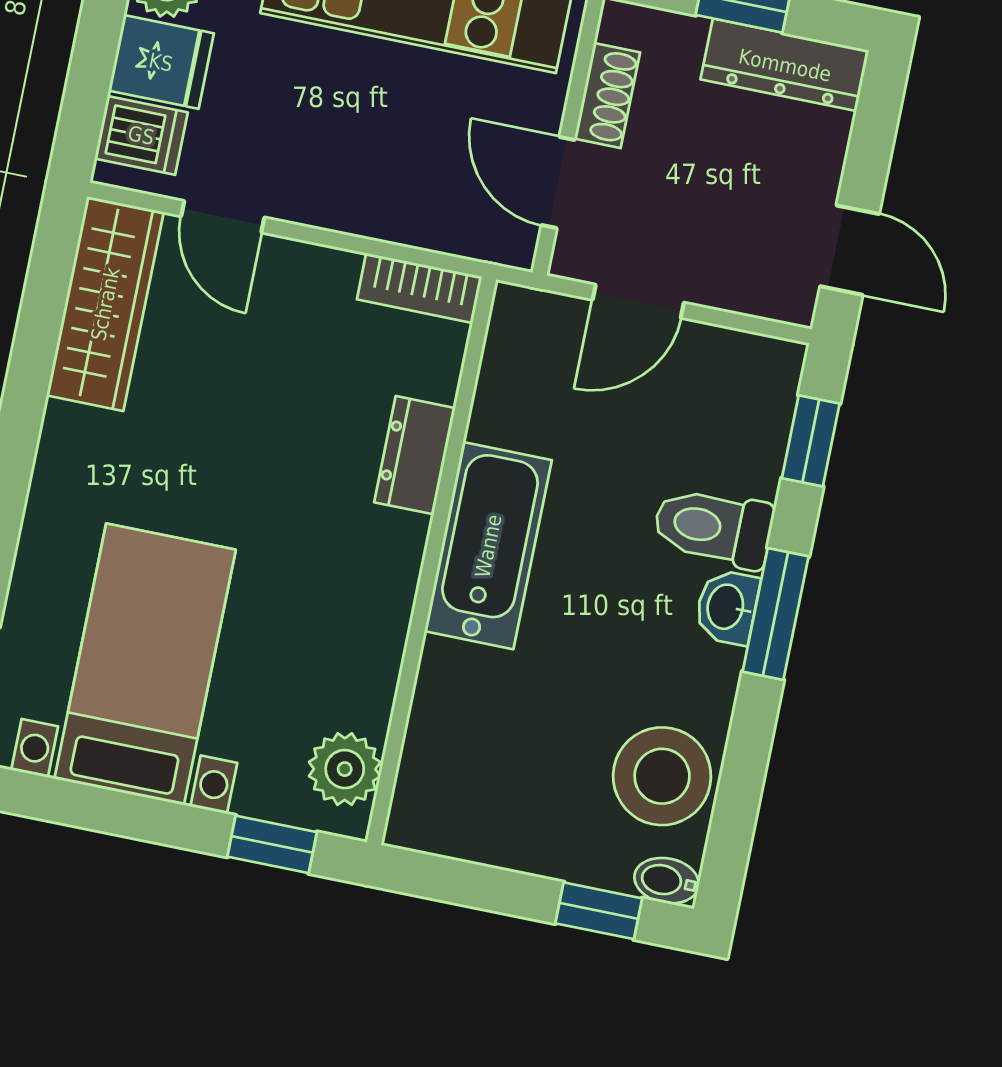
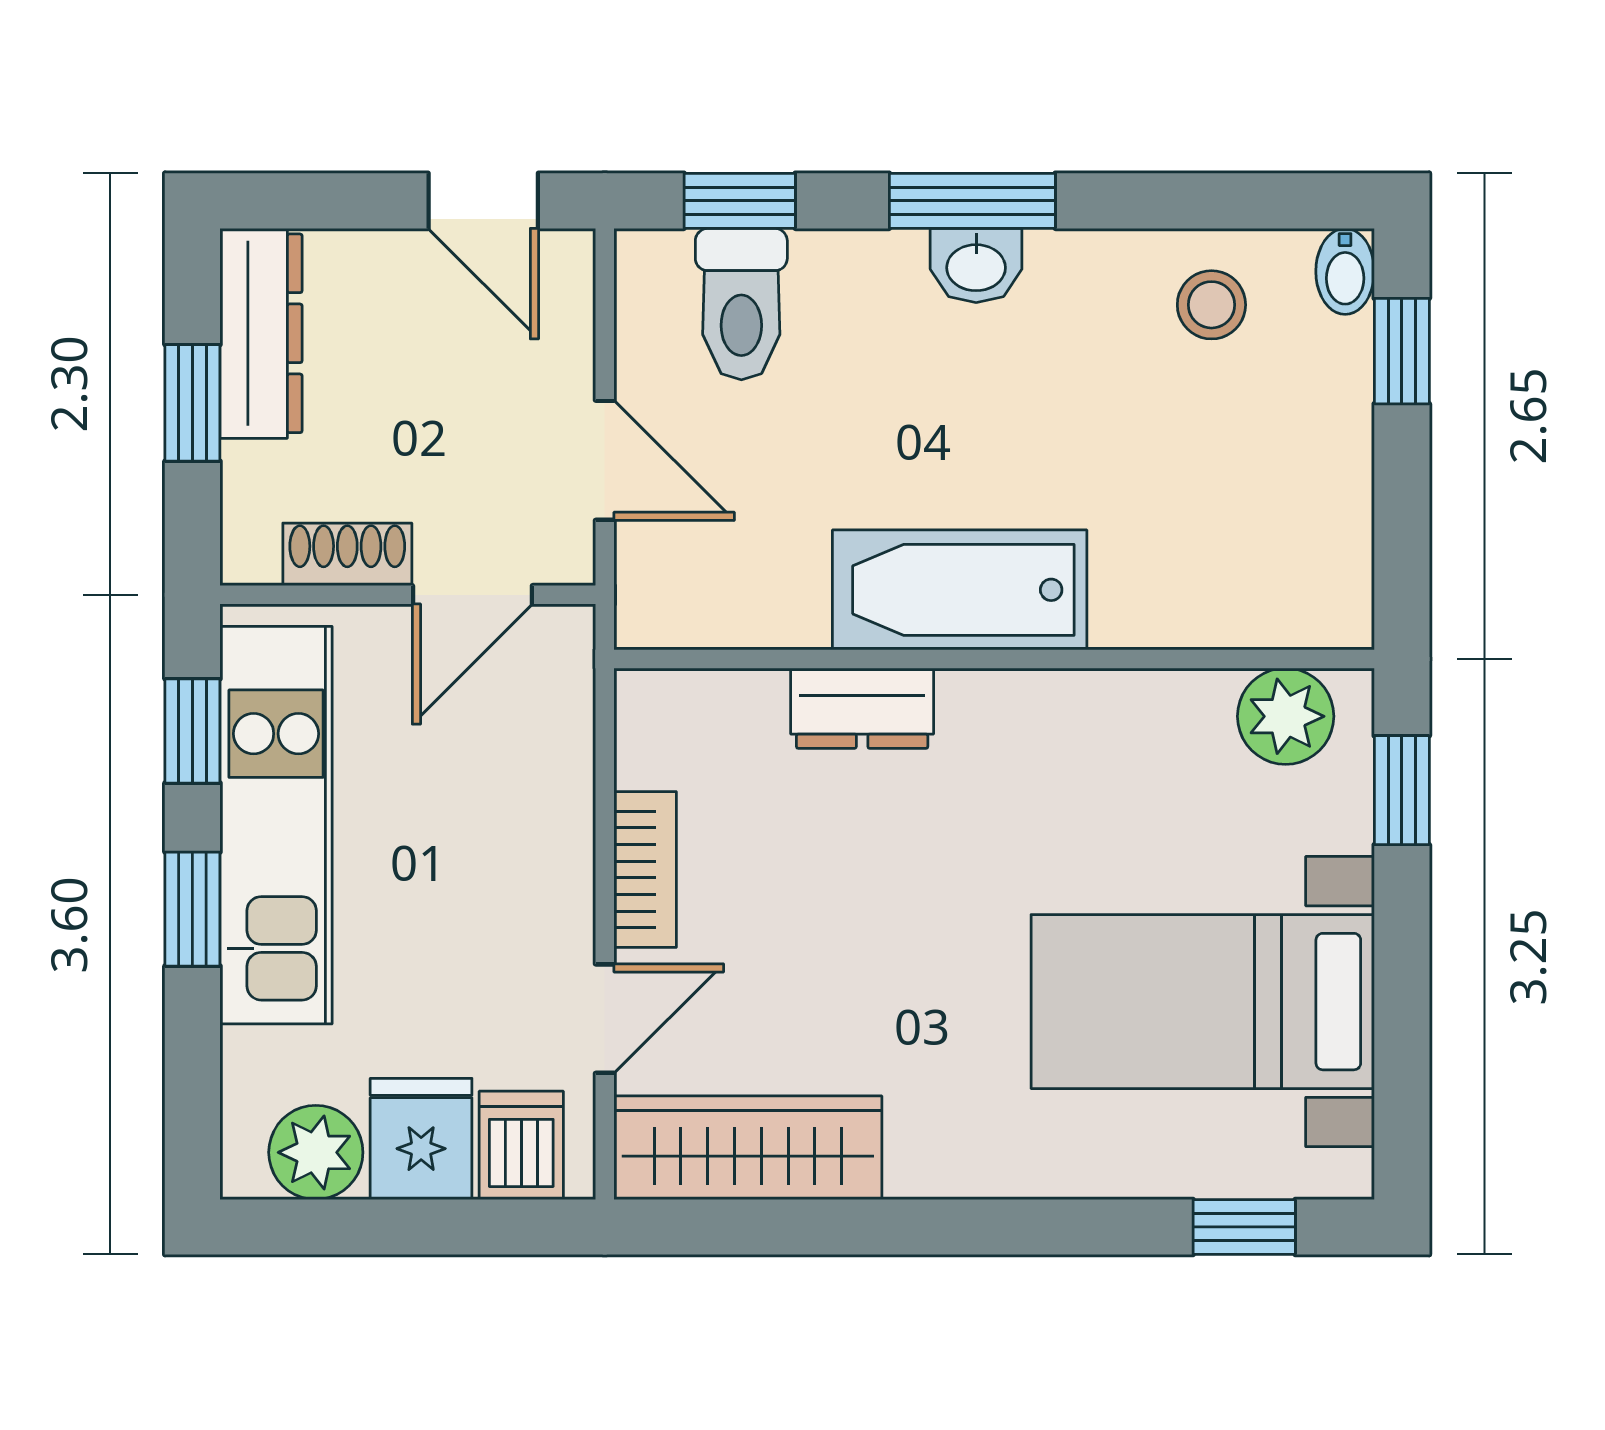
door: (850, 250) -> (483, 201), swing flipped
bookcase: (419, 288) -> (645, 869), moved
toilet: (713, 527) -> (741, 304), moved
stool: (662, 776) -> (1211, 305), width x0.53, depth x0.53

